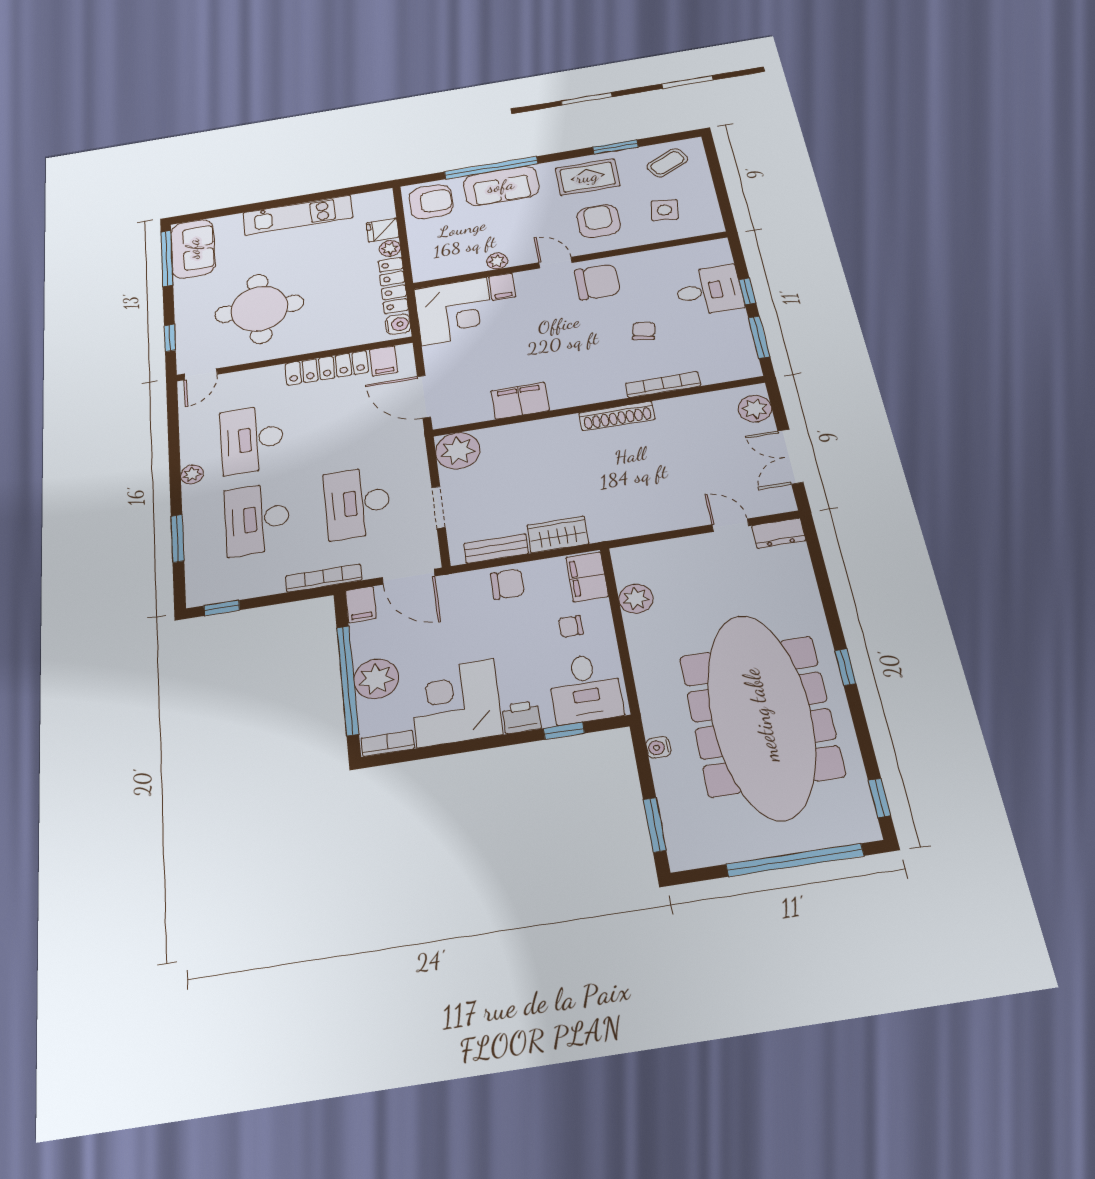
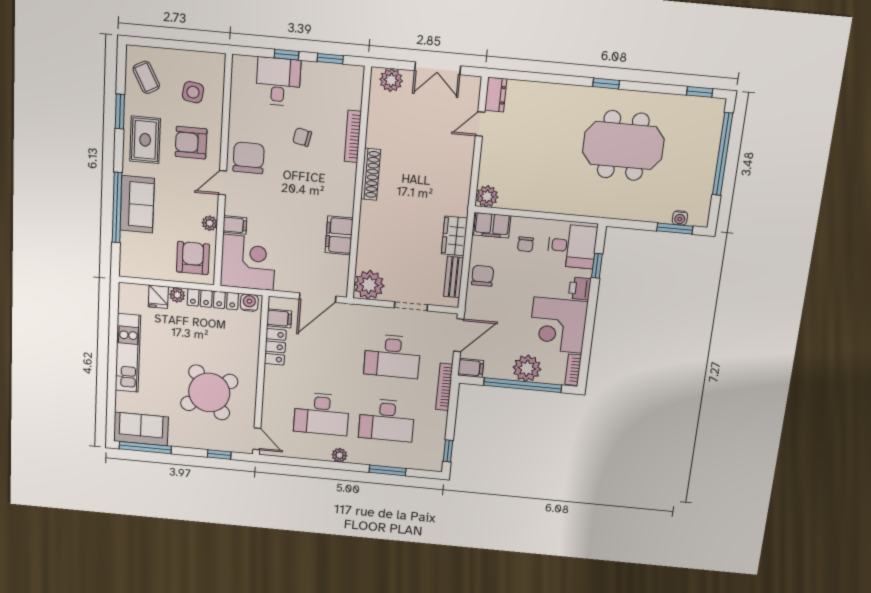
armchair: (431, 202) -> (193, 258), moved
round table: (259, 309) -> (209, 392), turned -34
window: (759, 337) -> (330, 59), width x0.67
locker: (327, 368) -> (275, 347), width x0.66
plant: (636, 599) -> (487, 196), moved
meeting table: (761, 715) -> (623, 146), width x0.54, depth x0.79
water cooler: (658, 747) -> (680, 218), moved

